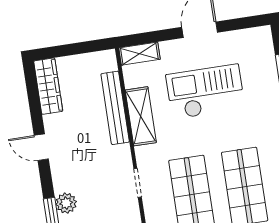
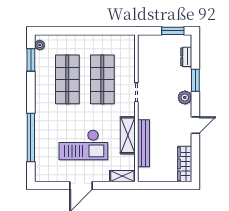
door: (41, 147) -> (195, 125), hinge flipped
plant: (66, 203) -> (185, 97), moved

